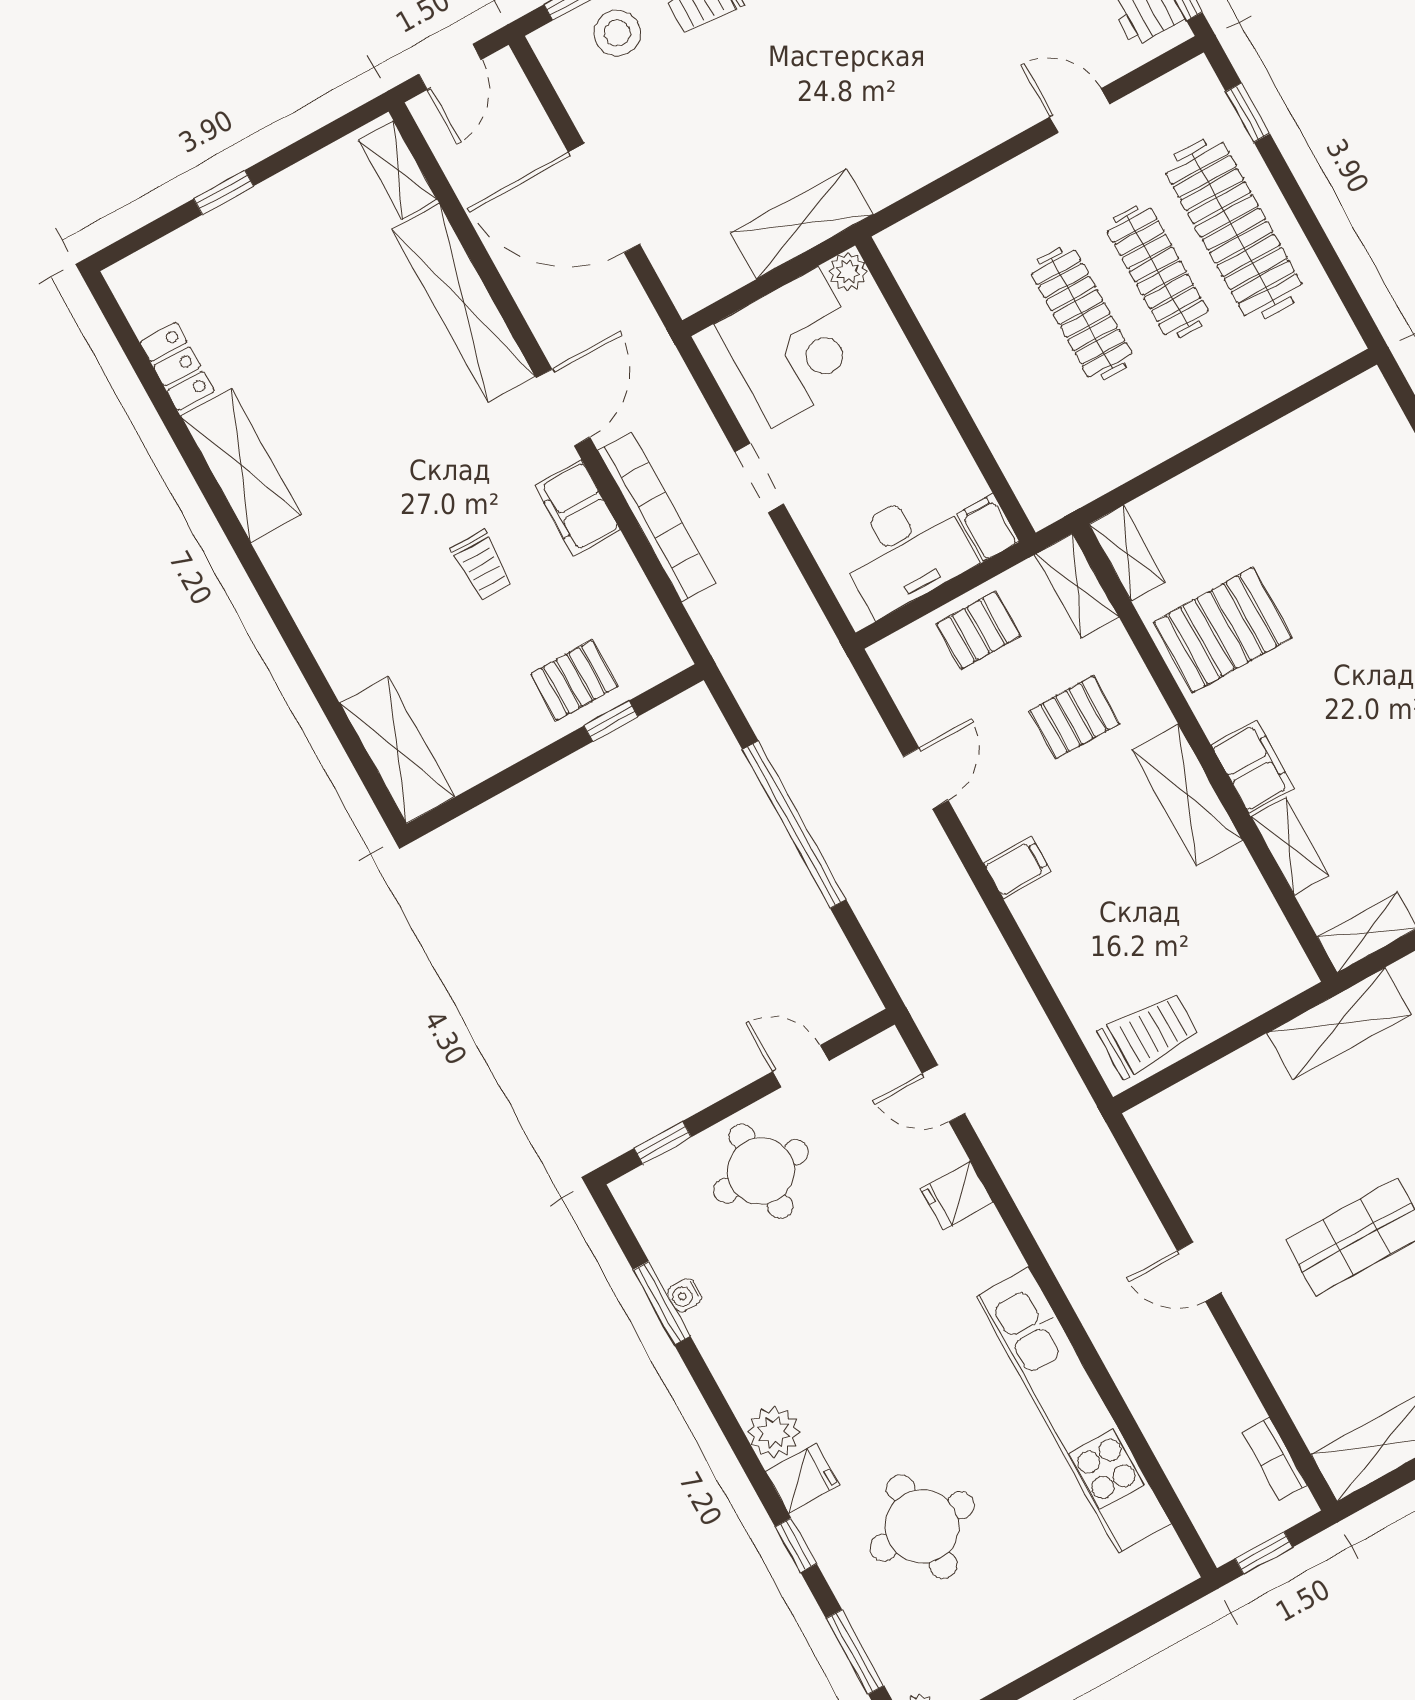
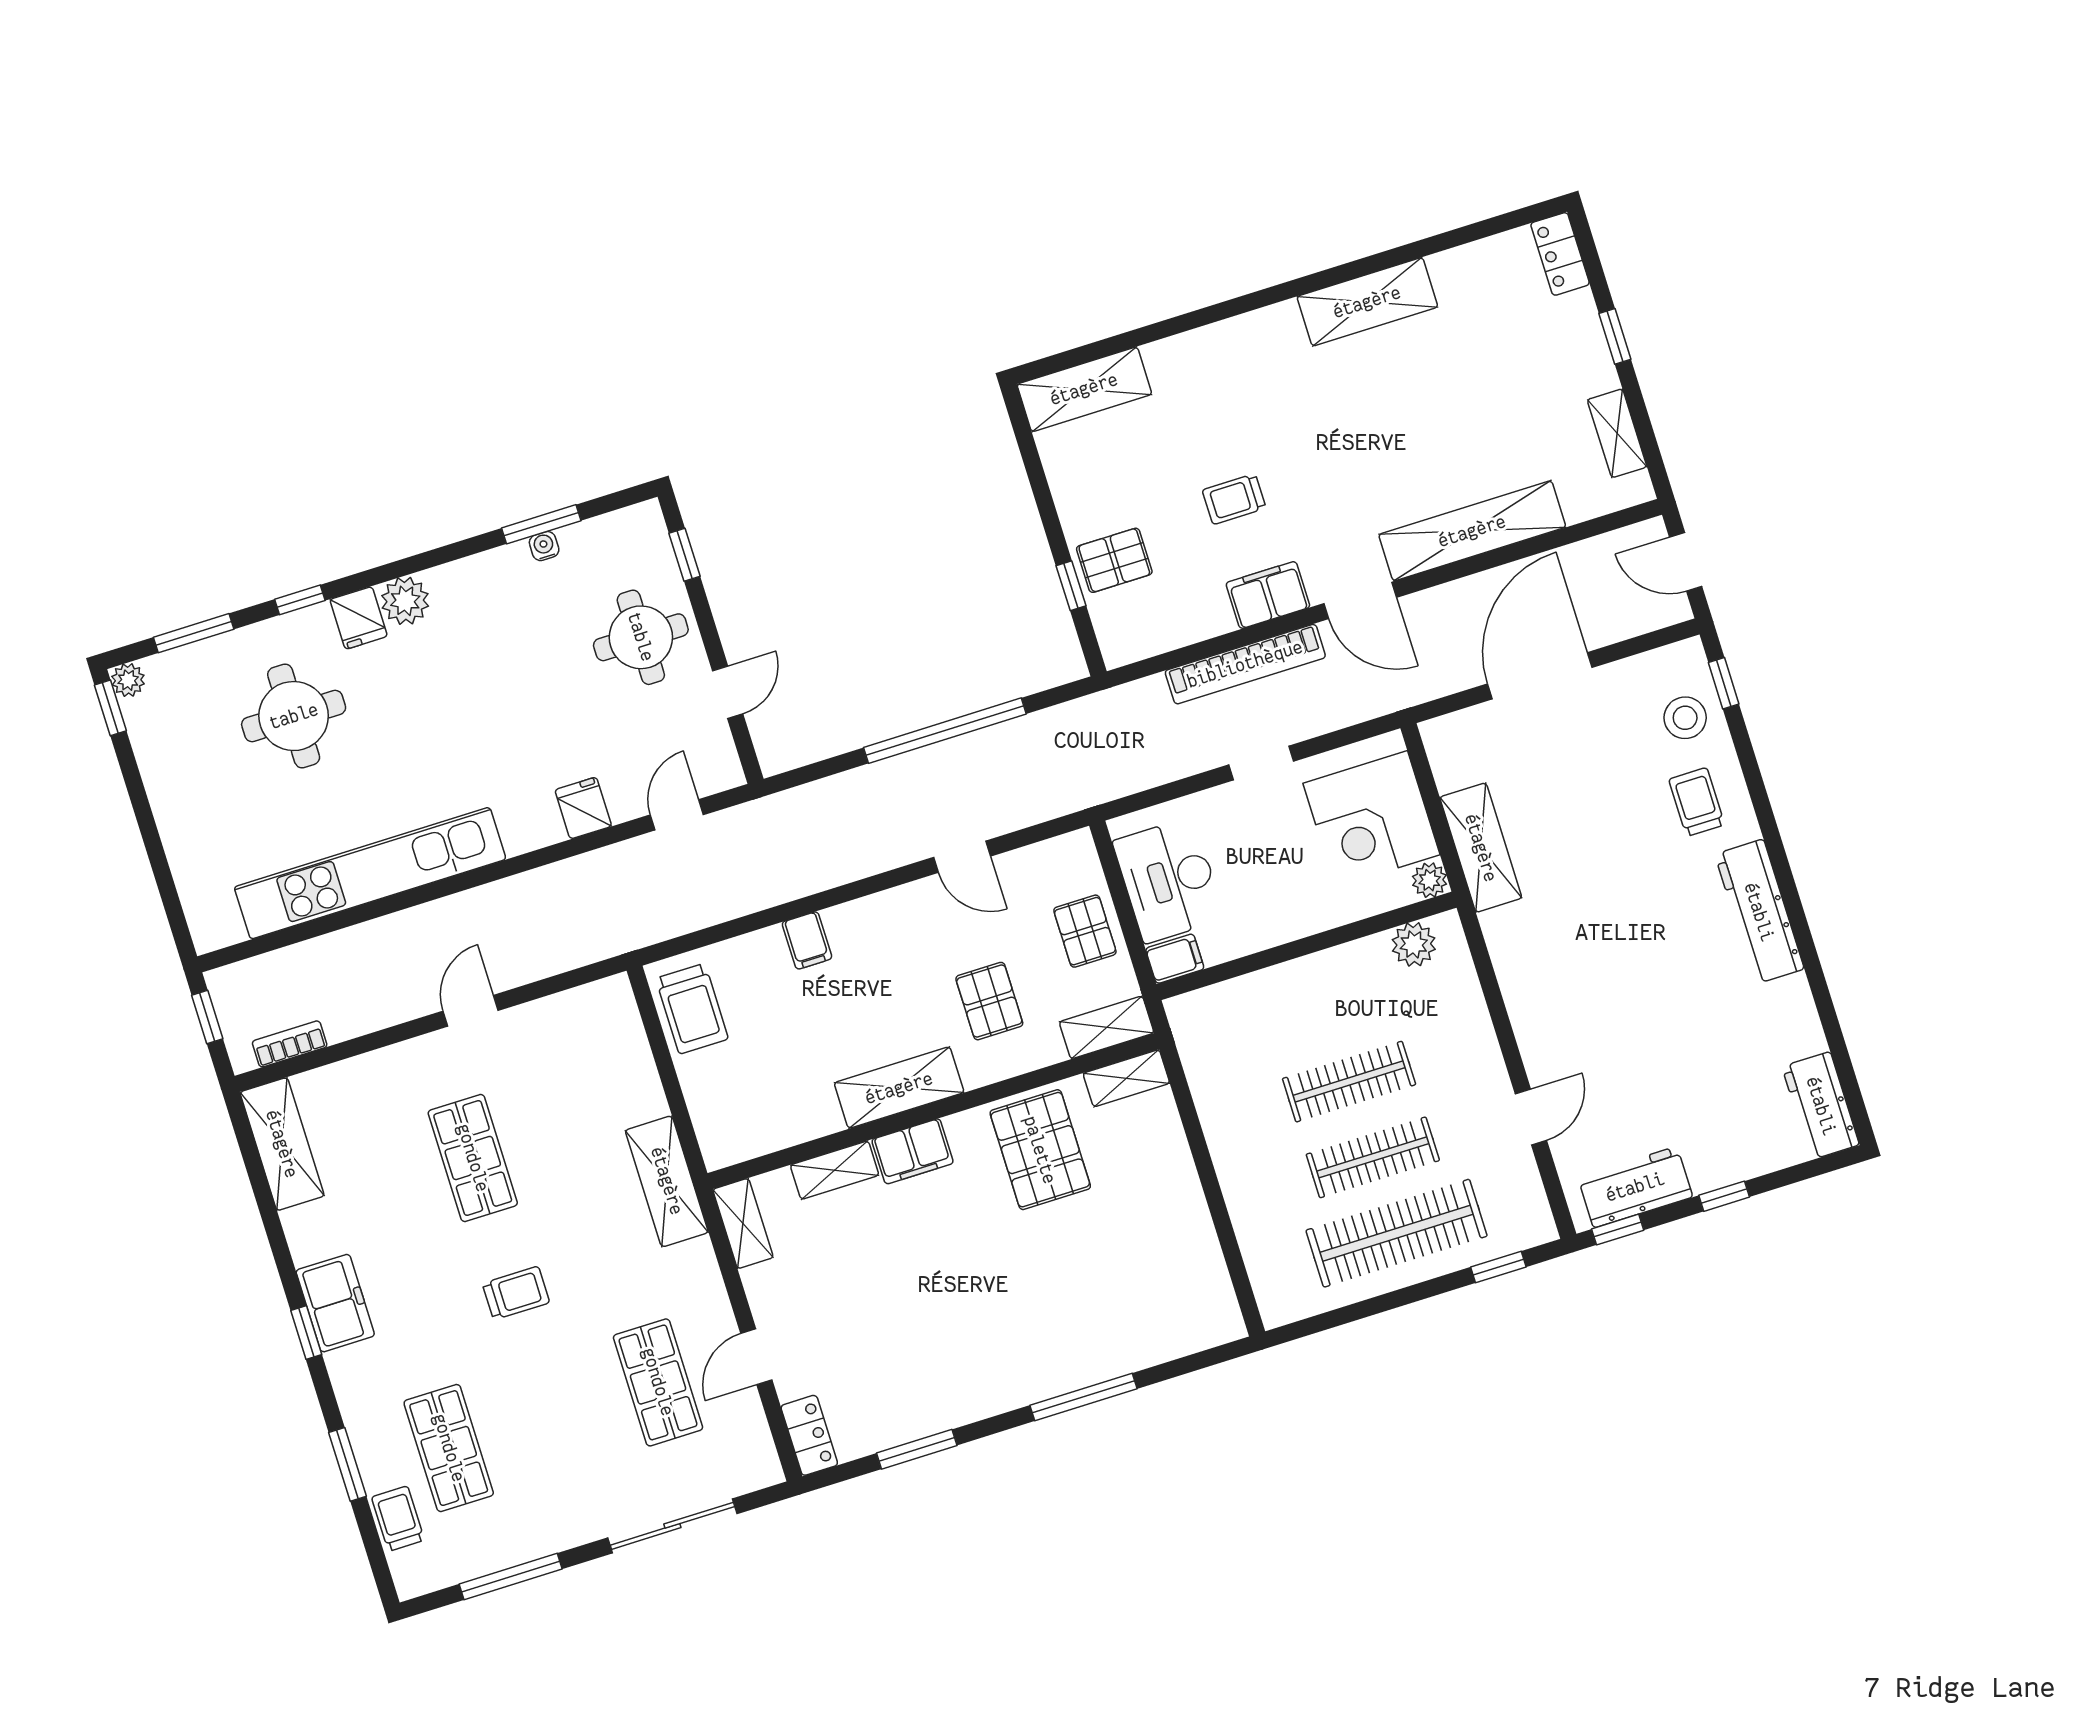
shelving: (398, 170) -> (1617, 433), moved, turned 90
plant: (920, 274) -> (1414, 944), added
locker: (177, 366) -> (1560, 254), moved, turned 90
pallet: (574, 680) -> (1114, 560), turned 90
filing cabinet: (1017, 867) -> (807, 940), moved

